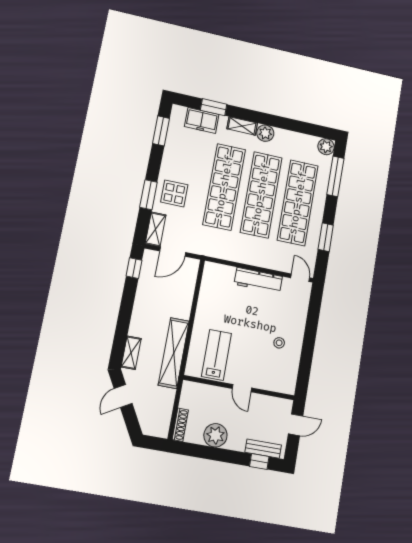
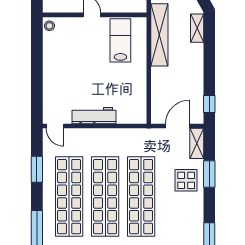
stool: (279, 343) -> (49, 26), moved
lab bench: (216, 355) -> (120, 40), turned 180

